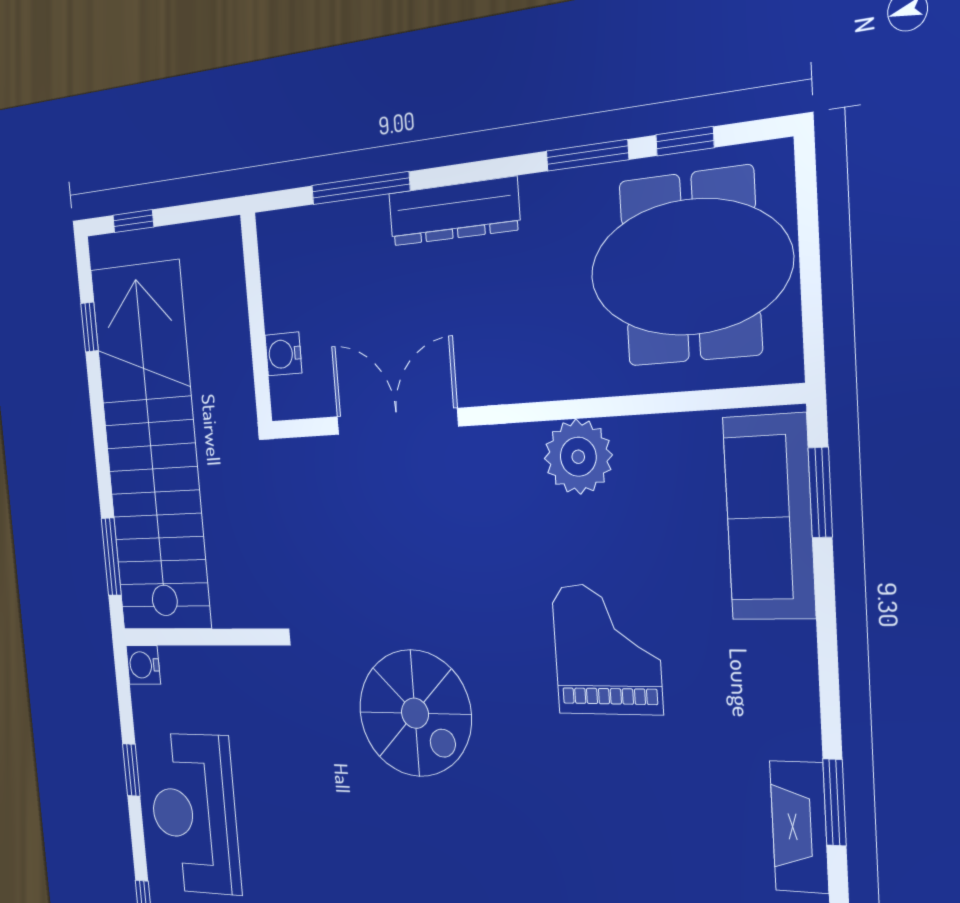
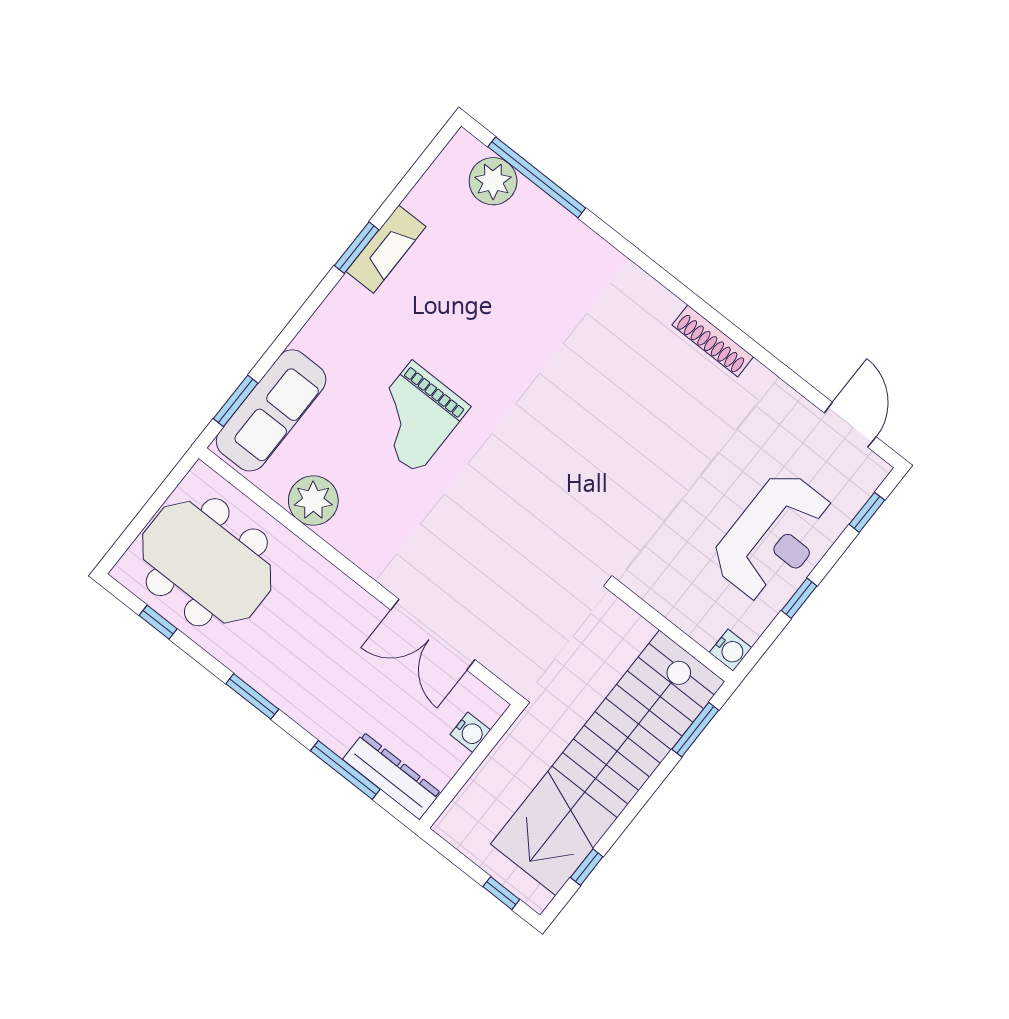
window: (587, 155) -> (252, 696), moved
dresser: (454, 212) -> (392, 776), moved
plant: (578, 457) -> (313, 501), moved
spiral stairs: (415, 713) -> (562, 475), removed

